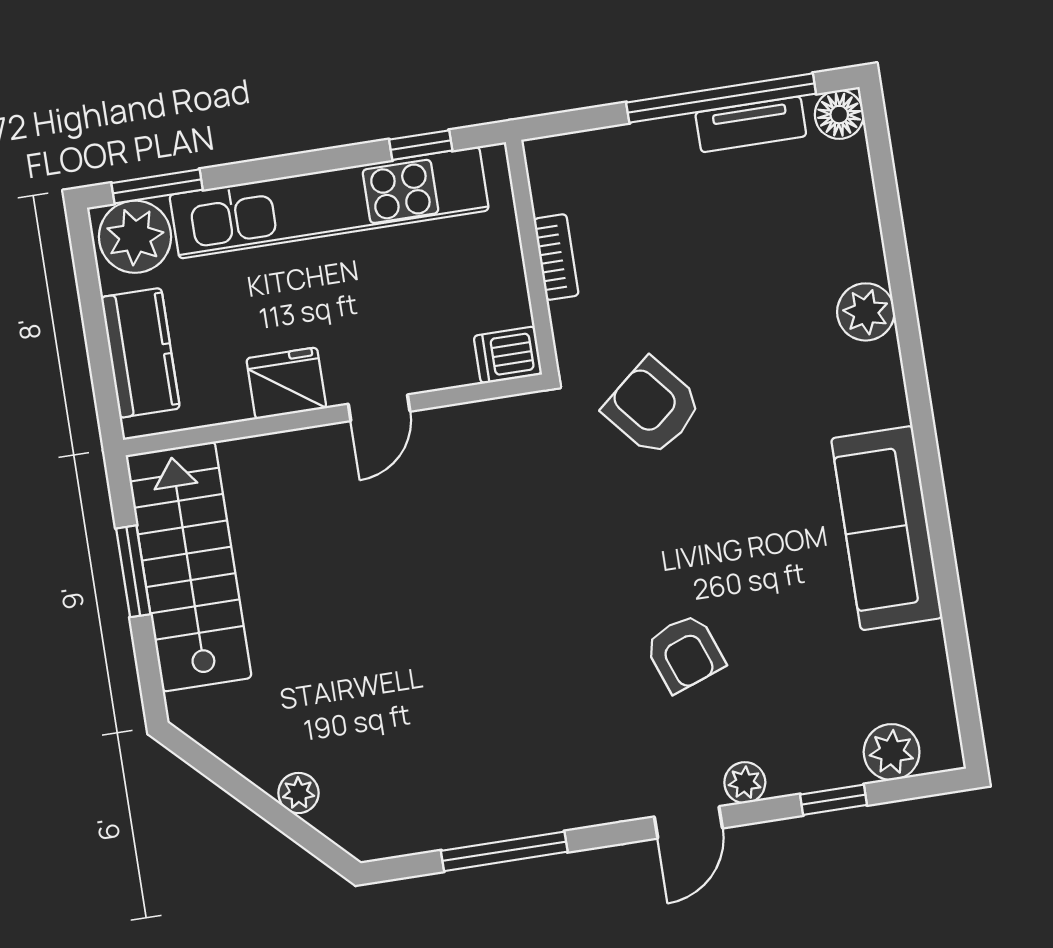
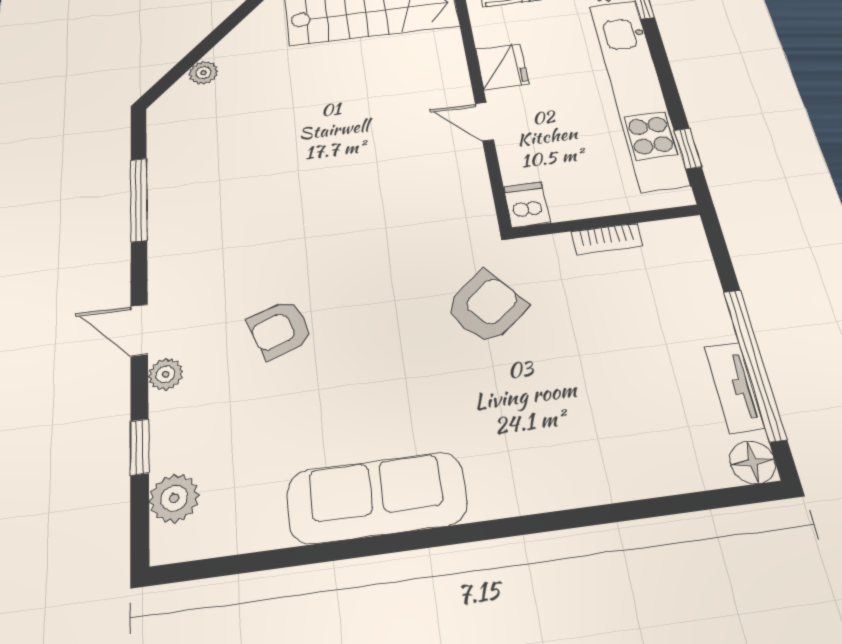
plant: (866, 312) -> (574, 483), removed

